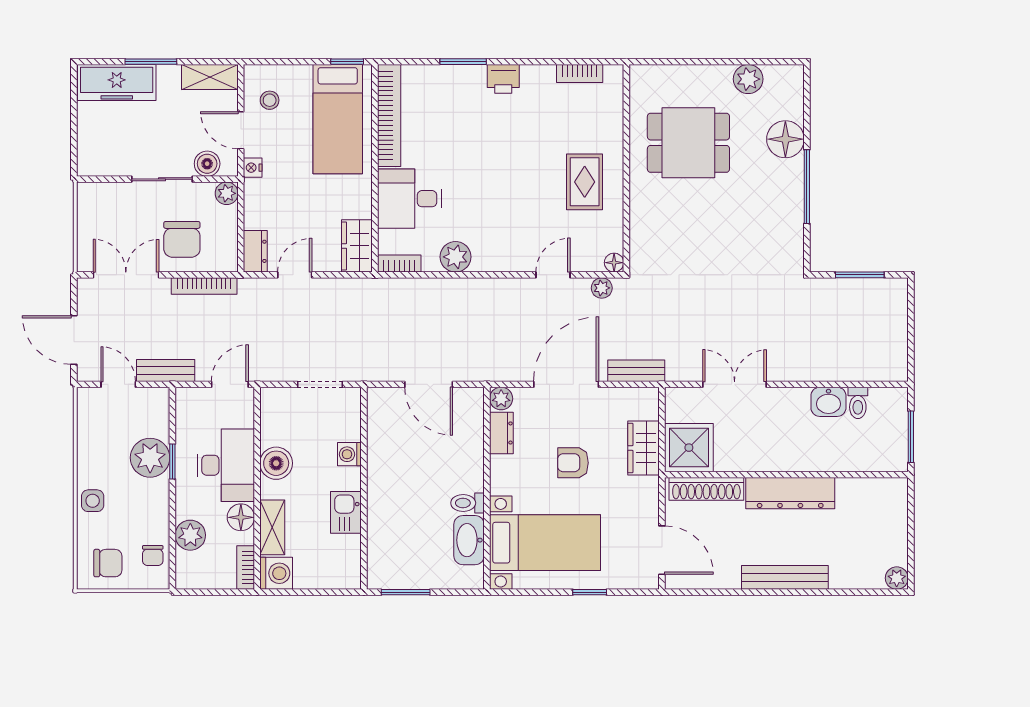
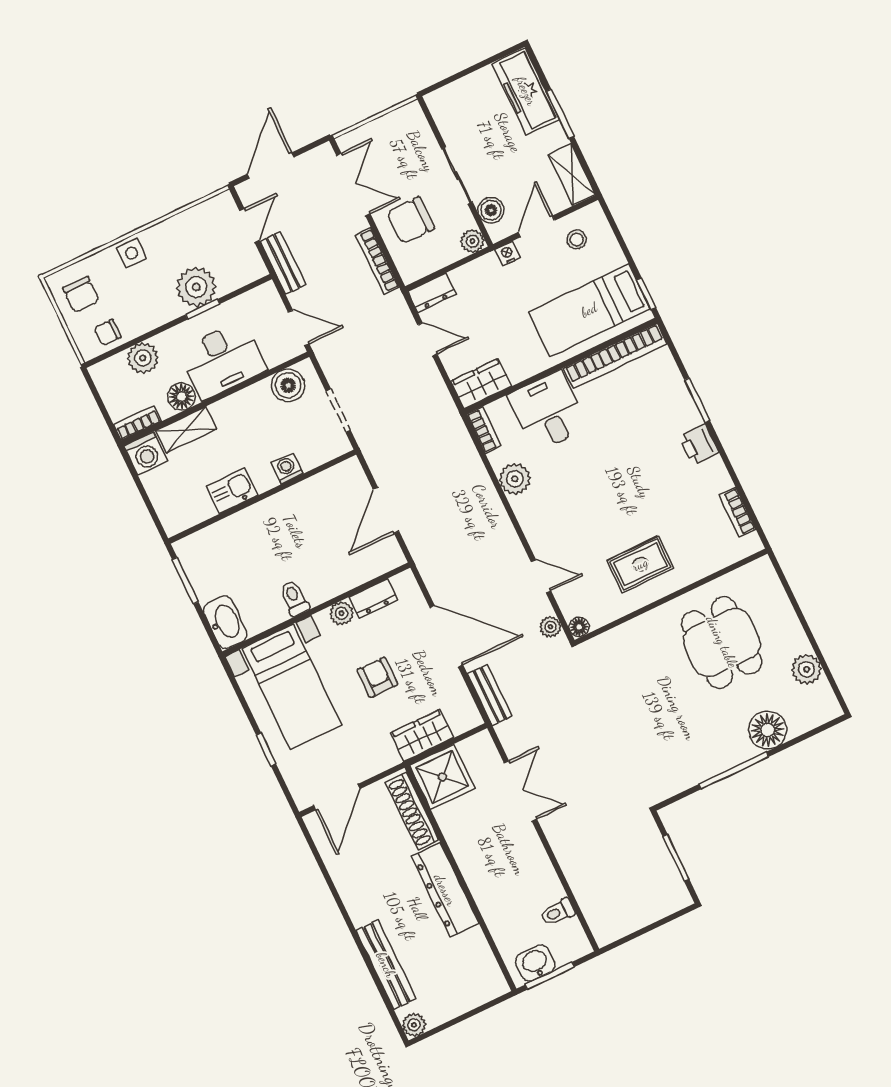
plant: (501, 399) -> (342, 613), moved
washbasin: (828, 402) -> (535, 963), moved, turned 90
boiler: (276, 463) -> (288, 385), moved
washbasin: (469, 540) -> (225, 622), moved, turned 90
bench: (785, 577) -> (386, 965), moved

